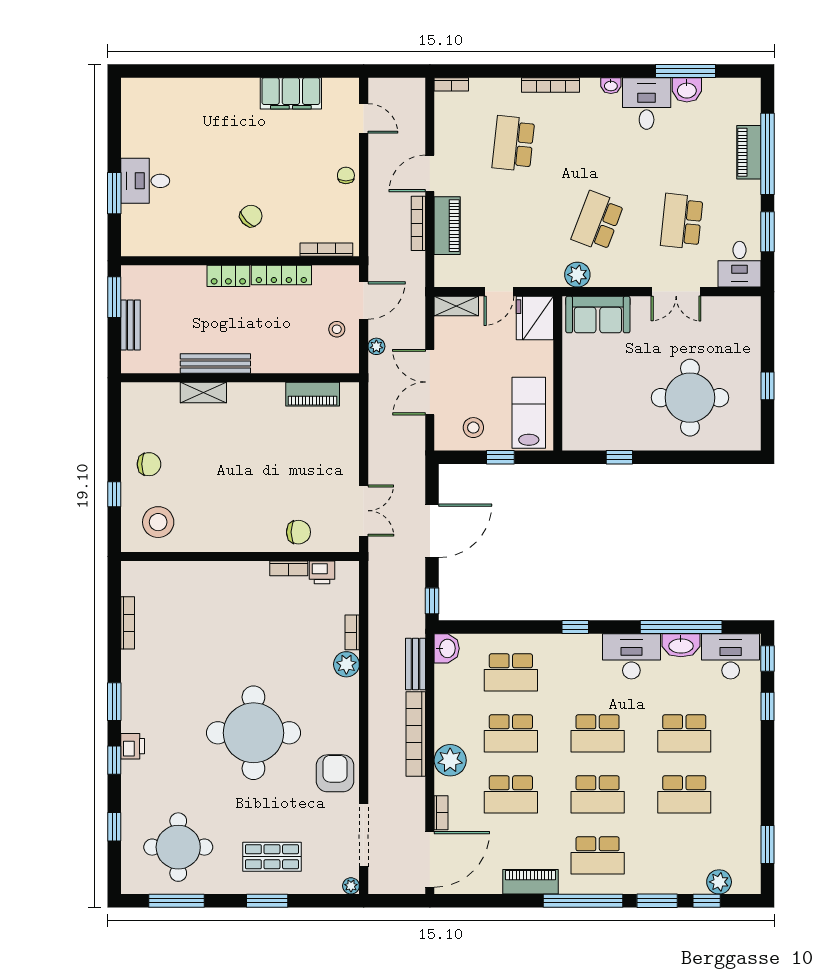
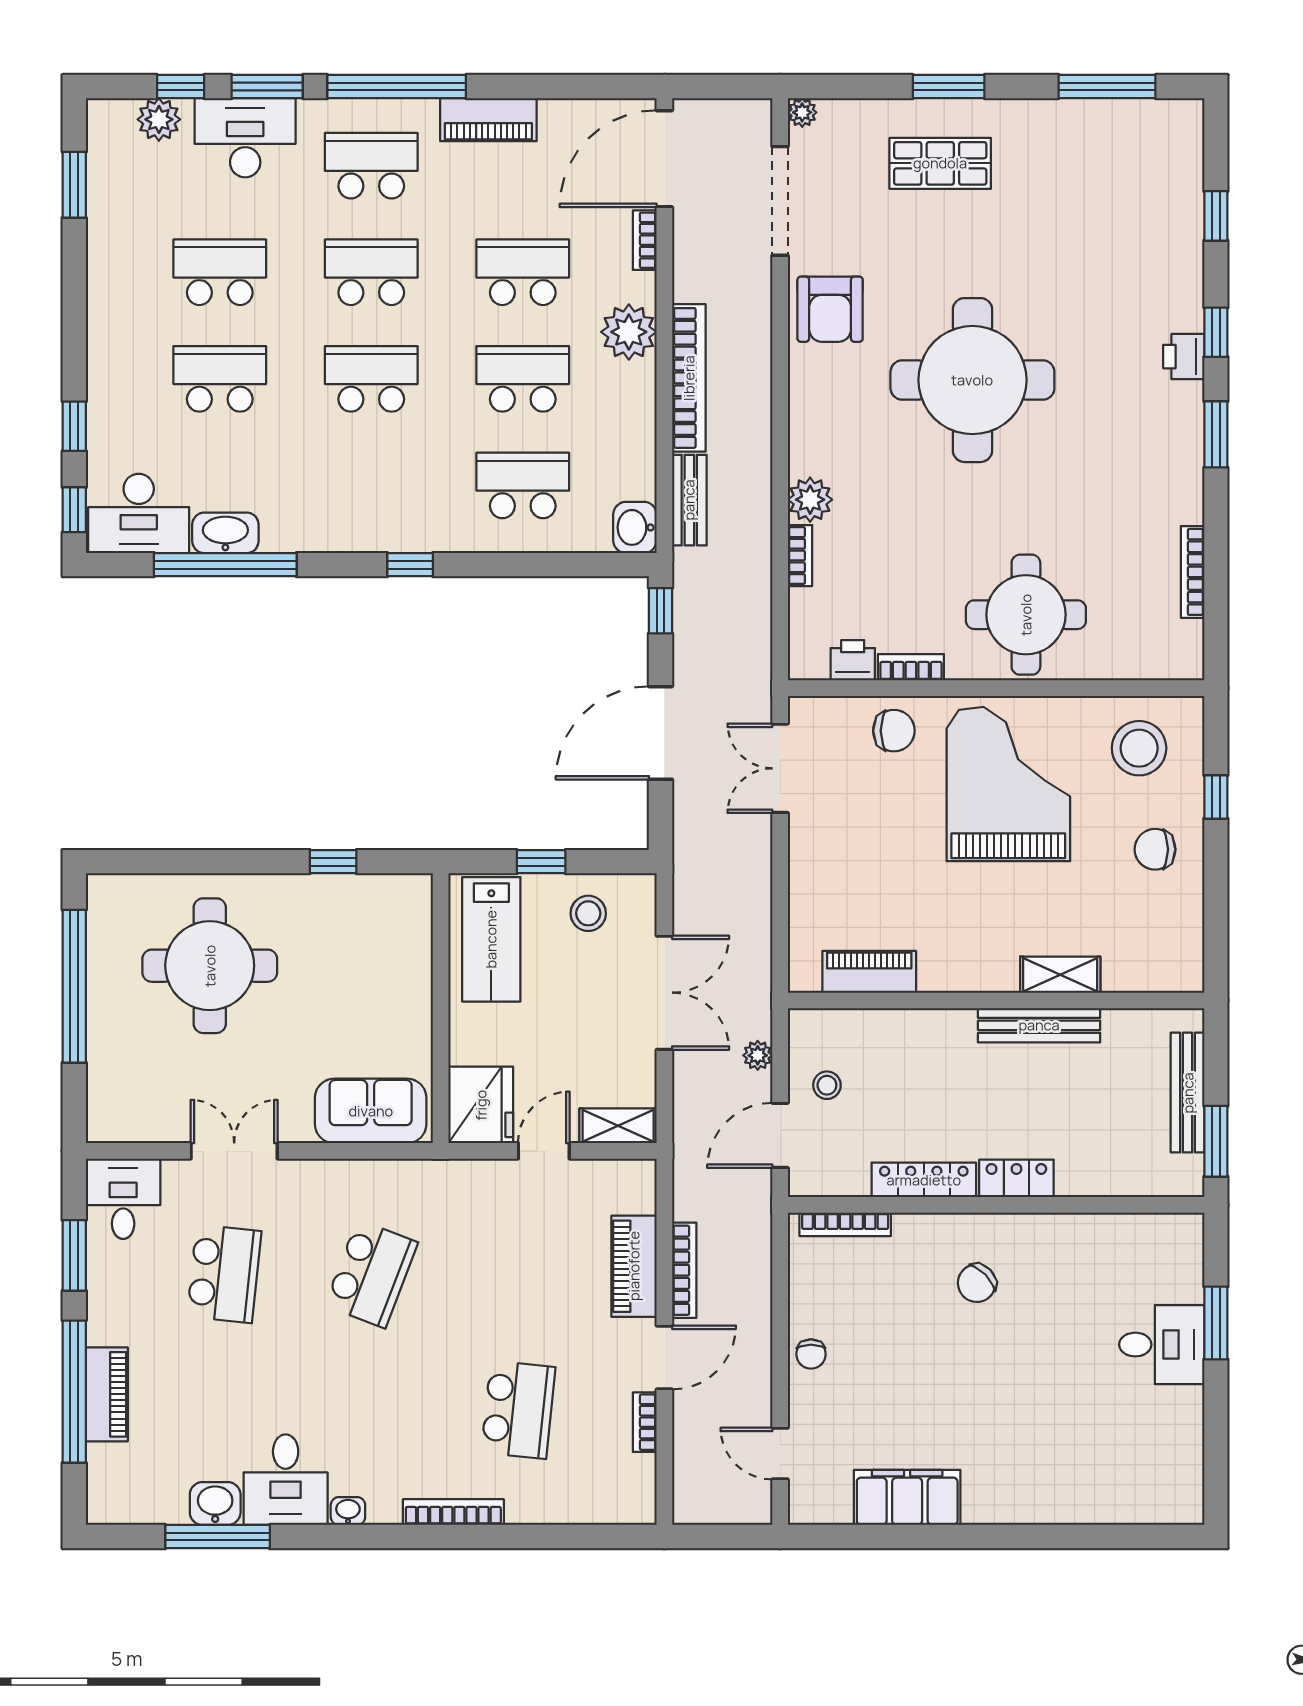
bookcase: (451, 84) -> (645, 1422), moved, turned -90
plant: (577, 275) -> (406, 1181), removed
bench: (130, 325) -> (1188, 1093), width x1.36
window: (767, 386) -> (74, 986), width x3.17
grand piano: (233, 502) -> (1008, 784), added
chair: (298, 532) -> (894, 731), turned 180
desk: (631, 656) -> (245, 138), moved, turned 180
round table: (178, 847) -> (1026, 615), moved

